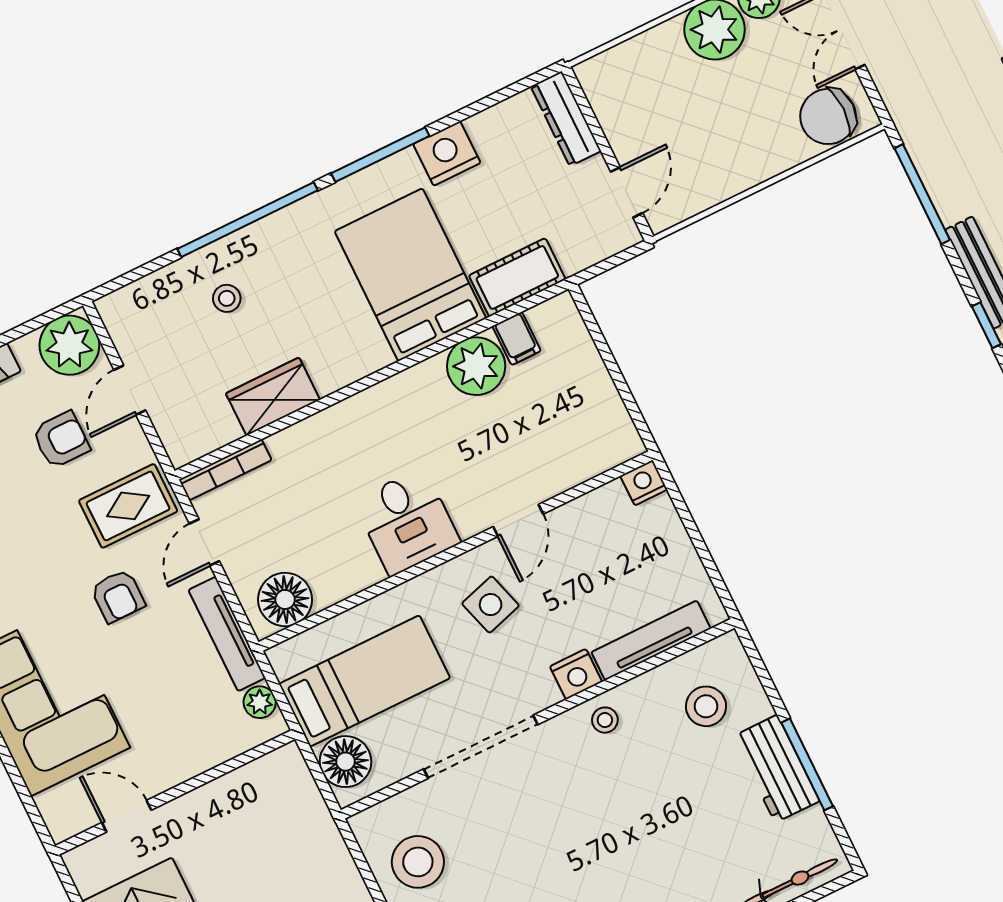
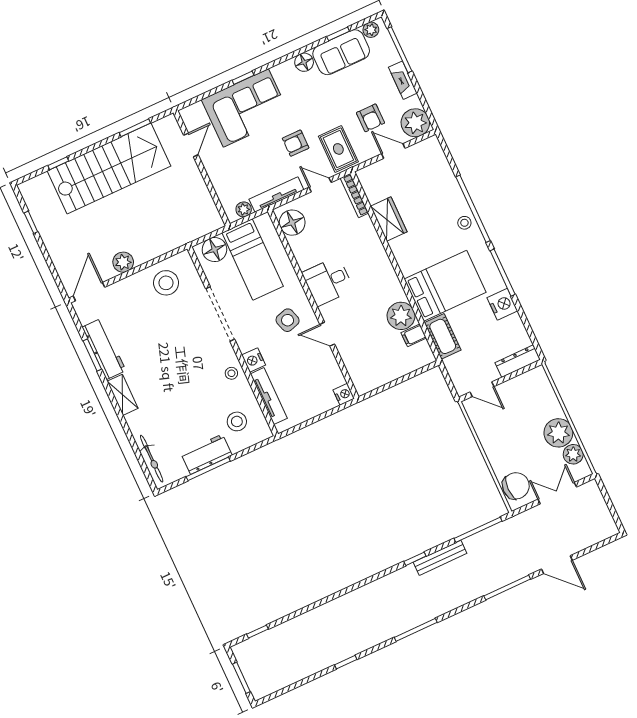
chair: (828, 116) -> (516, 486), turned 90
stool: (227, 298) -> (464, 223), moved

